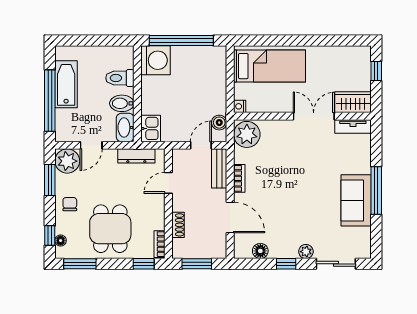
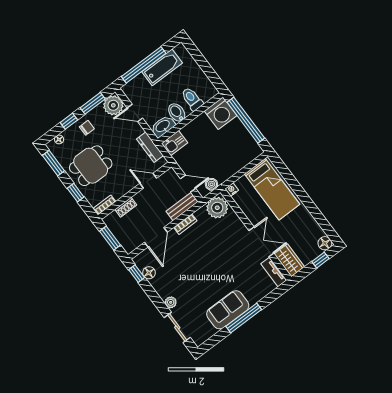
floor lamp: (363, 54) -> (325, 243), added
window: (50, 236) -> (69, 121), moved
window: (144, 264) -> (76, 193), moved
window: (286, 264) -> (137, 274), moved

